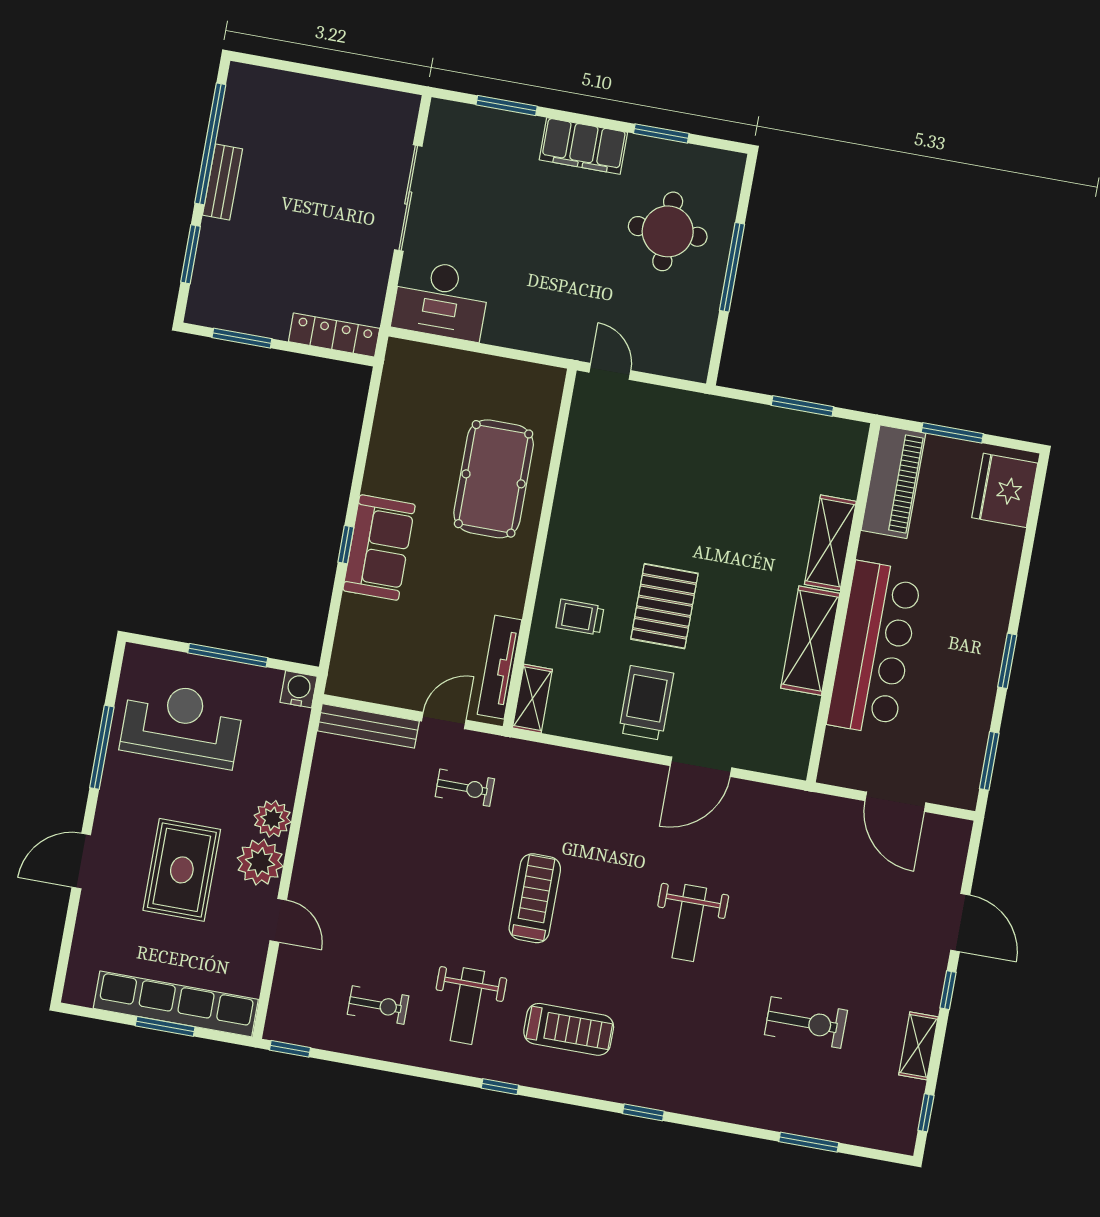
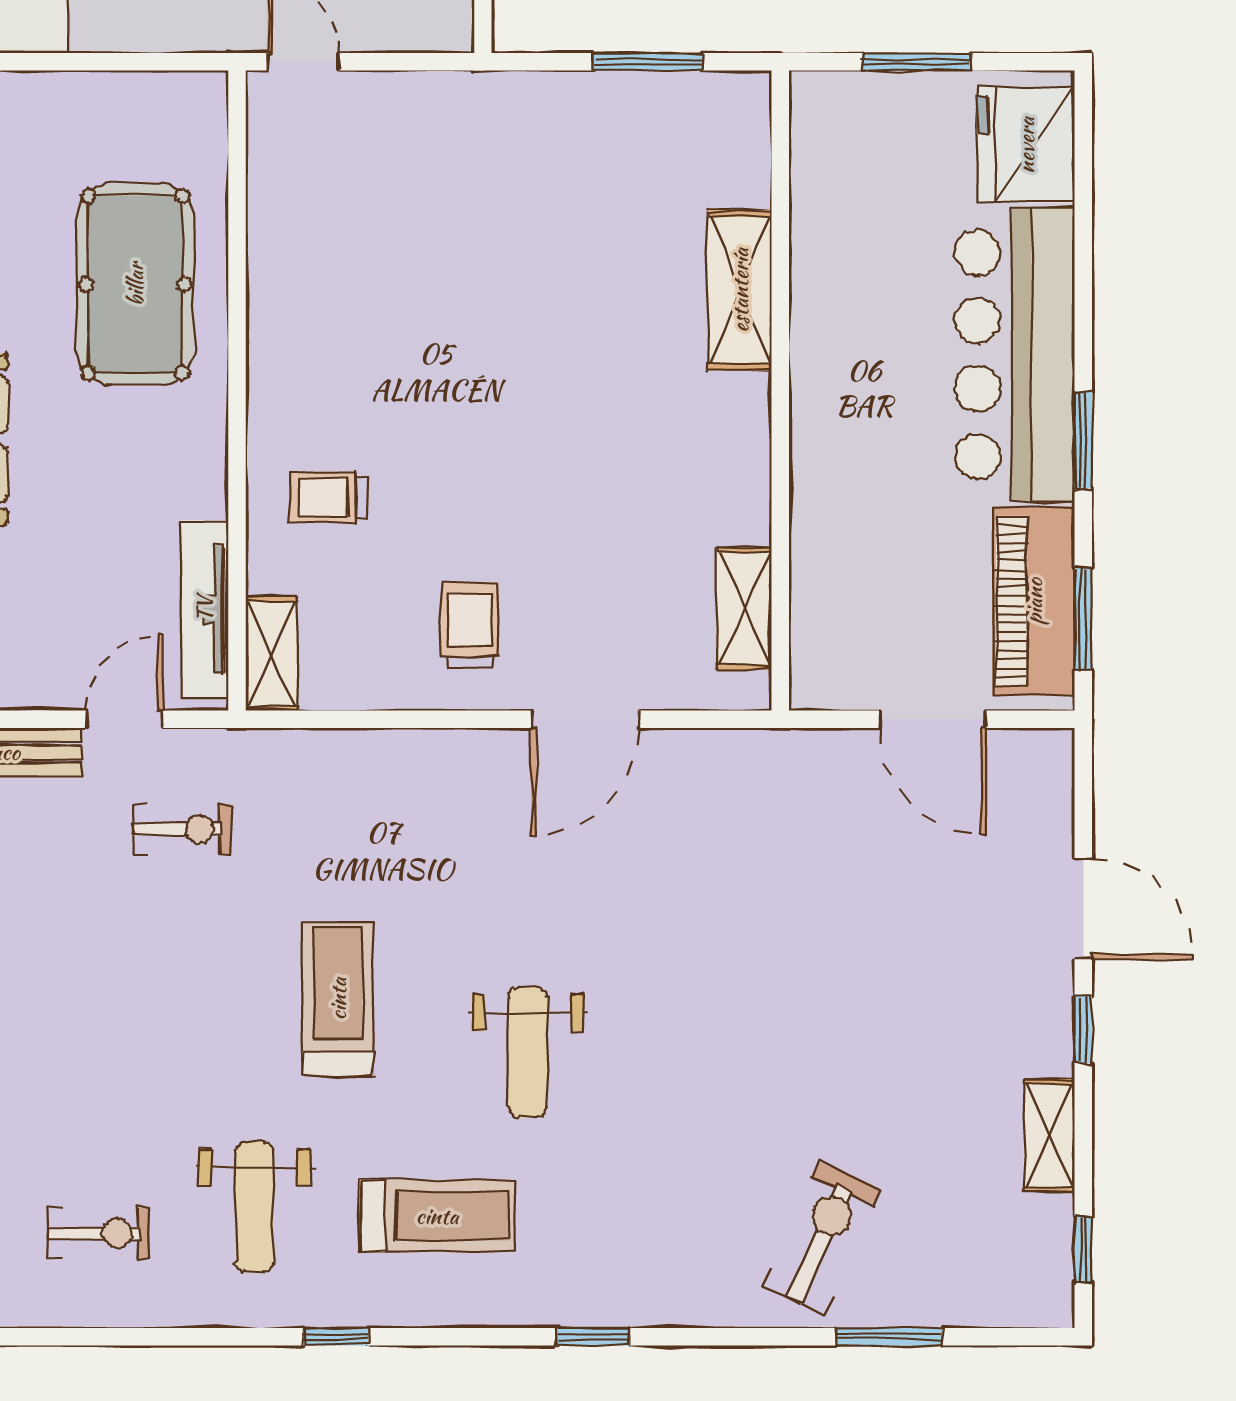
piano: (893, 482) -> (1034, 601), moved, turned 180
pallet: (664, 606) -> (472, 452), removed
shelving: (810, 641) -> (744, 609), moved, width x0.67, depth x0.75
bar counter: (874, 648) -> (1015, 355), moved, turned 180
trolley: (646, 703) -> (470, 626), width x0.73, depth x0.72
weight bench: (689, 923) -> (528, 1052), moved
exercise bike: (806, 1022) -> (822, 1238), moved, turned -66

